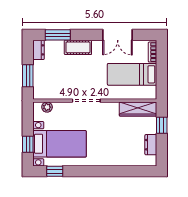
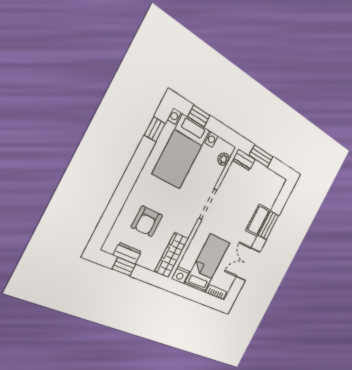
window: (58, 35) -> (268, 225), moved
dresser: (38, 50) -> (244, 160), moved
nightstand: (151, 93) -> (180, 275), added
window: (162, 125) -> (124, 267), moved
armchair: (121, 142) -> (147, 221), added

